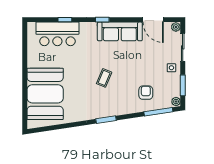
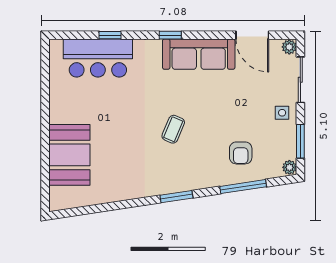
armchair: (146, 93) -> (241, 153), turned 180
booth: (45, 94) -> (69, 155), width x0.73, depth x0.70
window: (158, 112) -> (243, 187), moved

